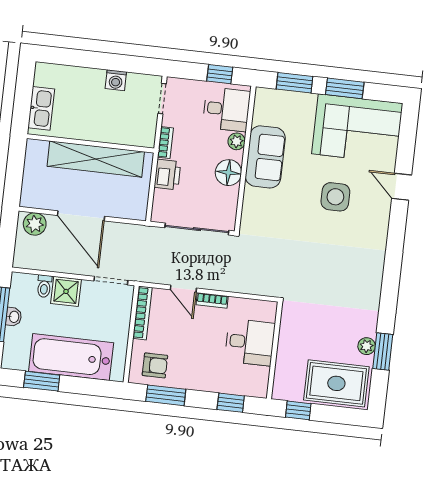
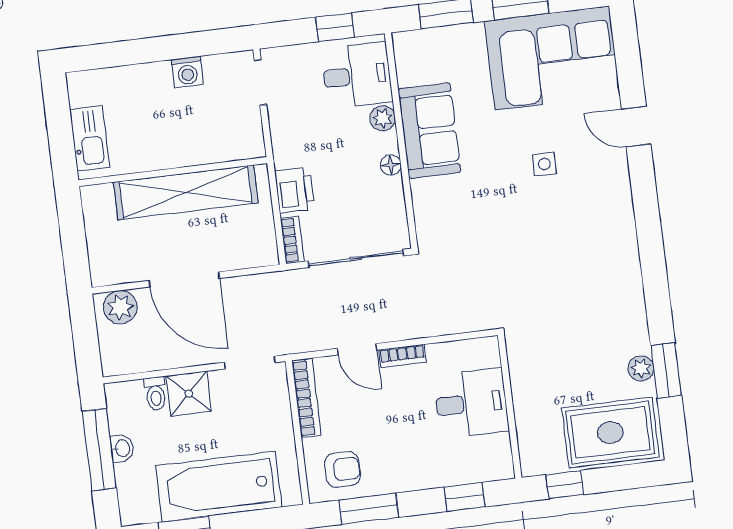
bookcase: (165, 143) -> (292, 240), moved
floor lamp: (228, 173) -> (391, 165), width x0.53, depth x0.53
side table: (335, 197) -> (544, 164), width x0.54, depth x0.54

